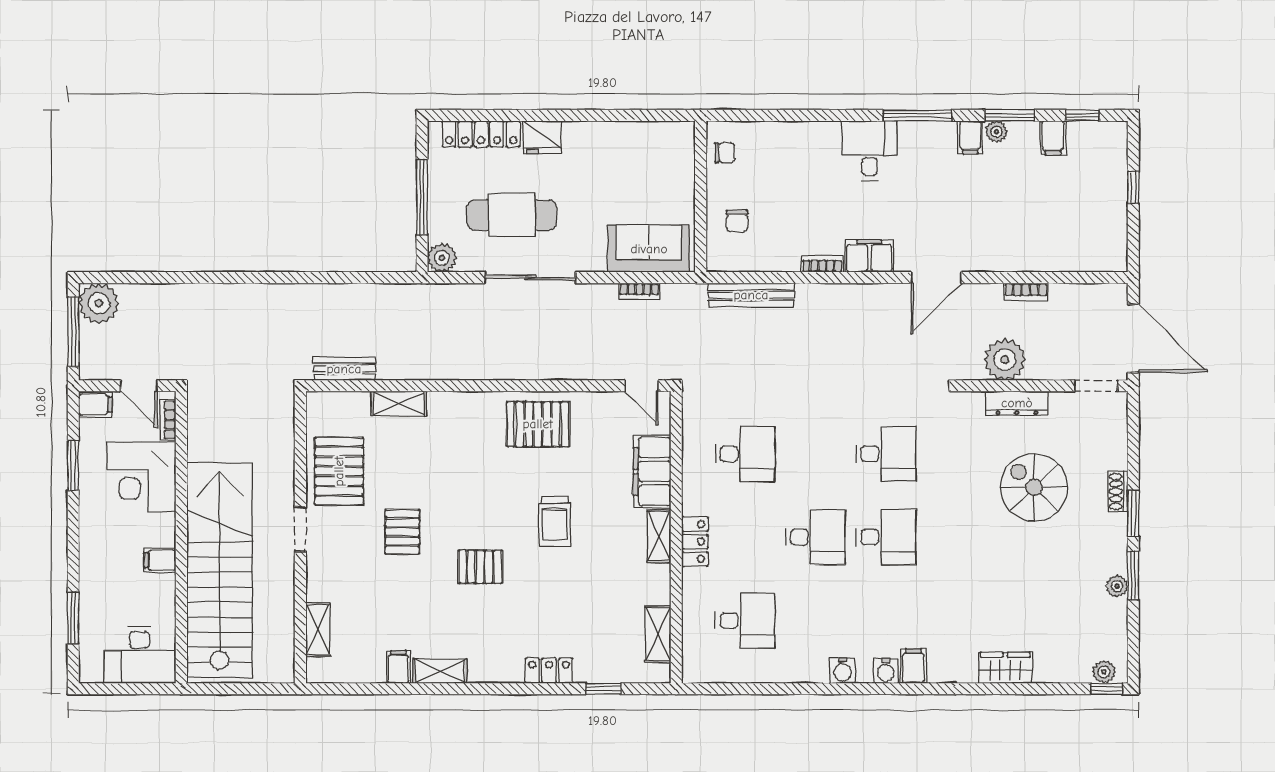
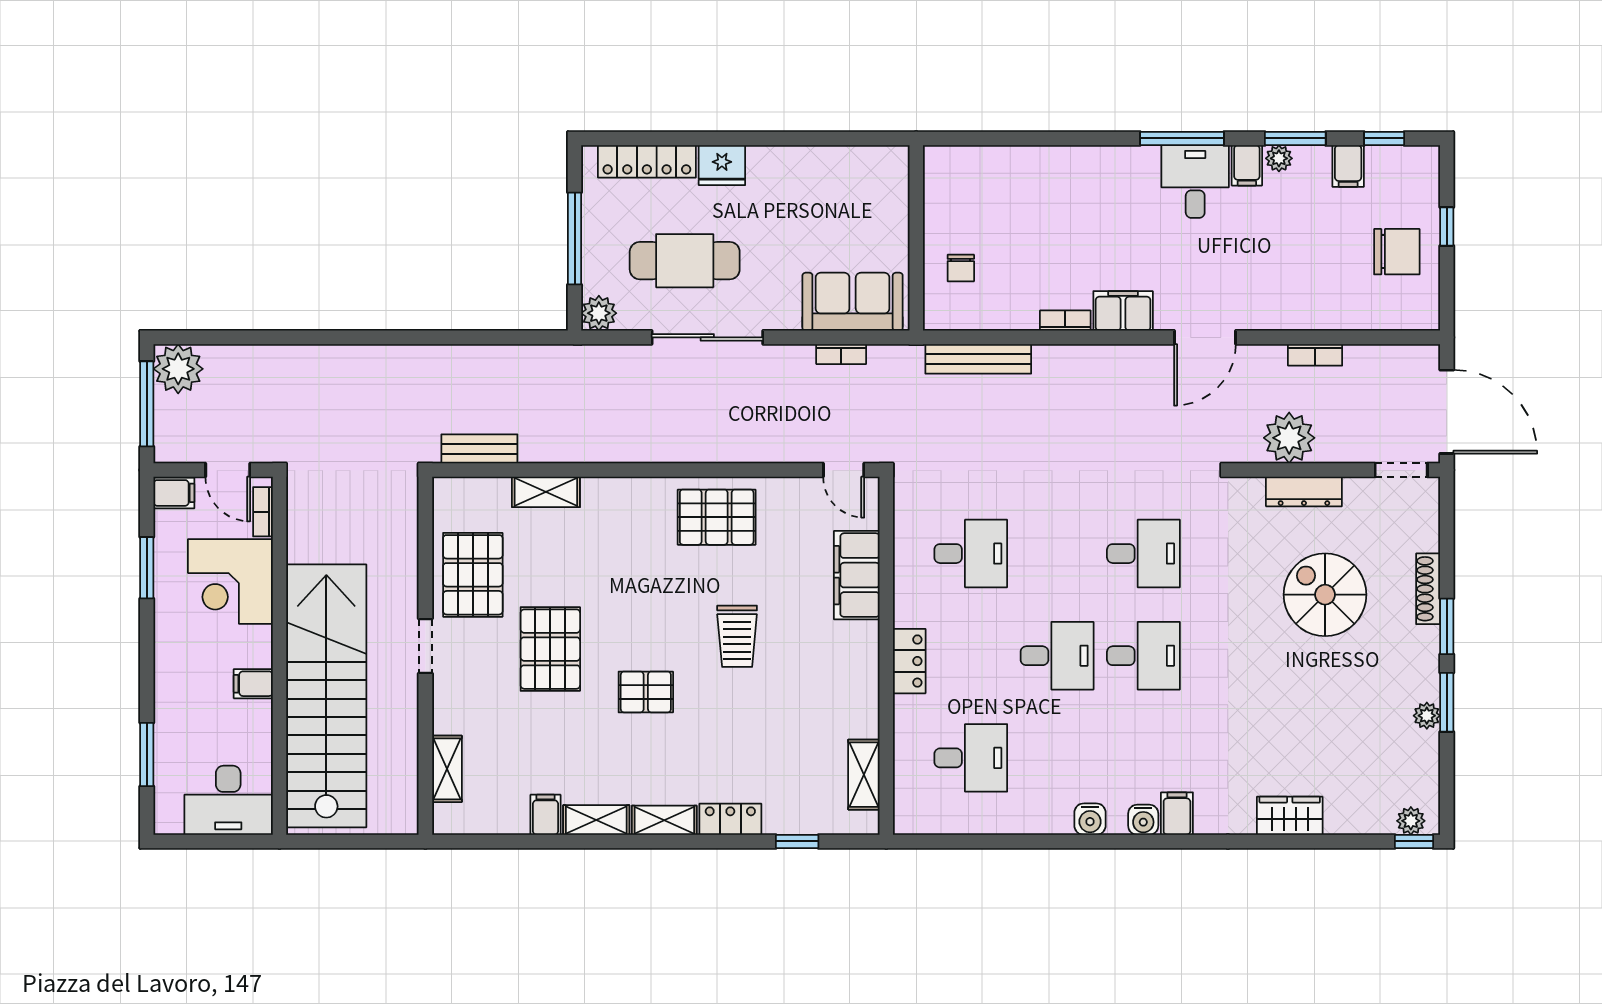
desk: (870, 151) -> (1195, 182), moved
chair: (725, 153) -> (1397, 252), moved, width x1.87, depth x1.87
shoe rack: (1118, 491) -> (1428, 589), width x1.43
pallet: (402, 532) -> (550, 649), width x1.50, depth x1.42
shelving: (659, 536) -> (664, 820), moved, turned 90

